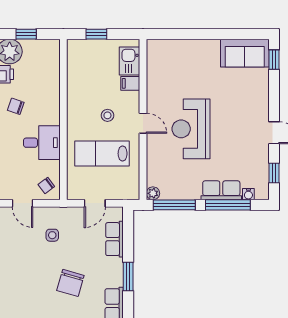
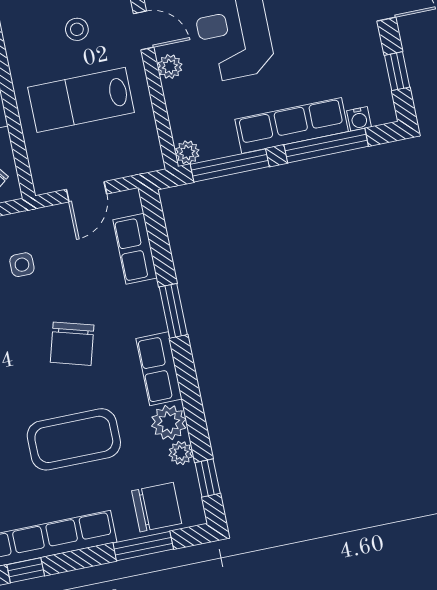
plant: (153, 145) -> (170, 67), added
row of seats: (221, 190) -> (292, 125), width x1.48

